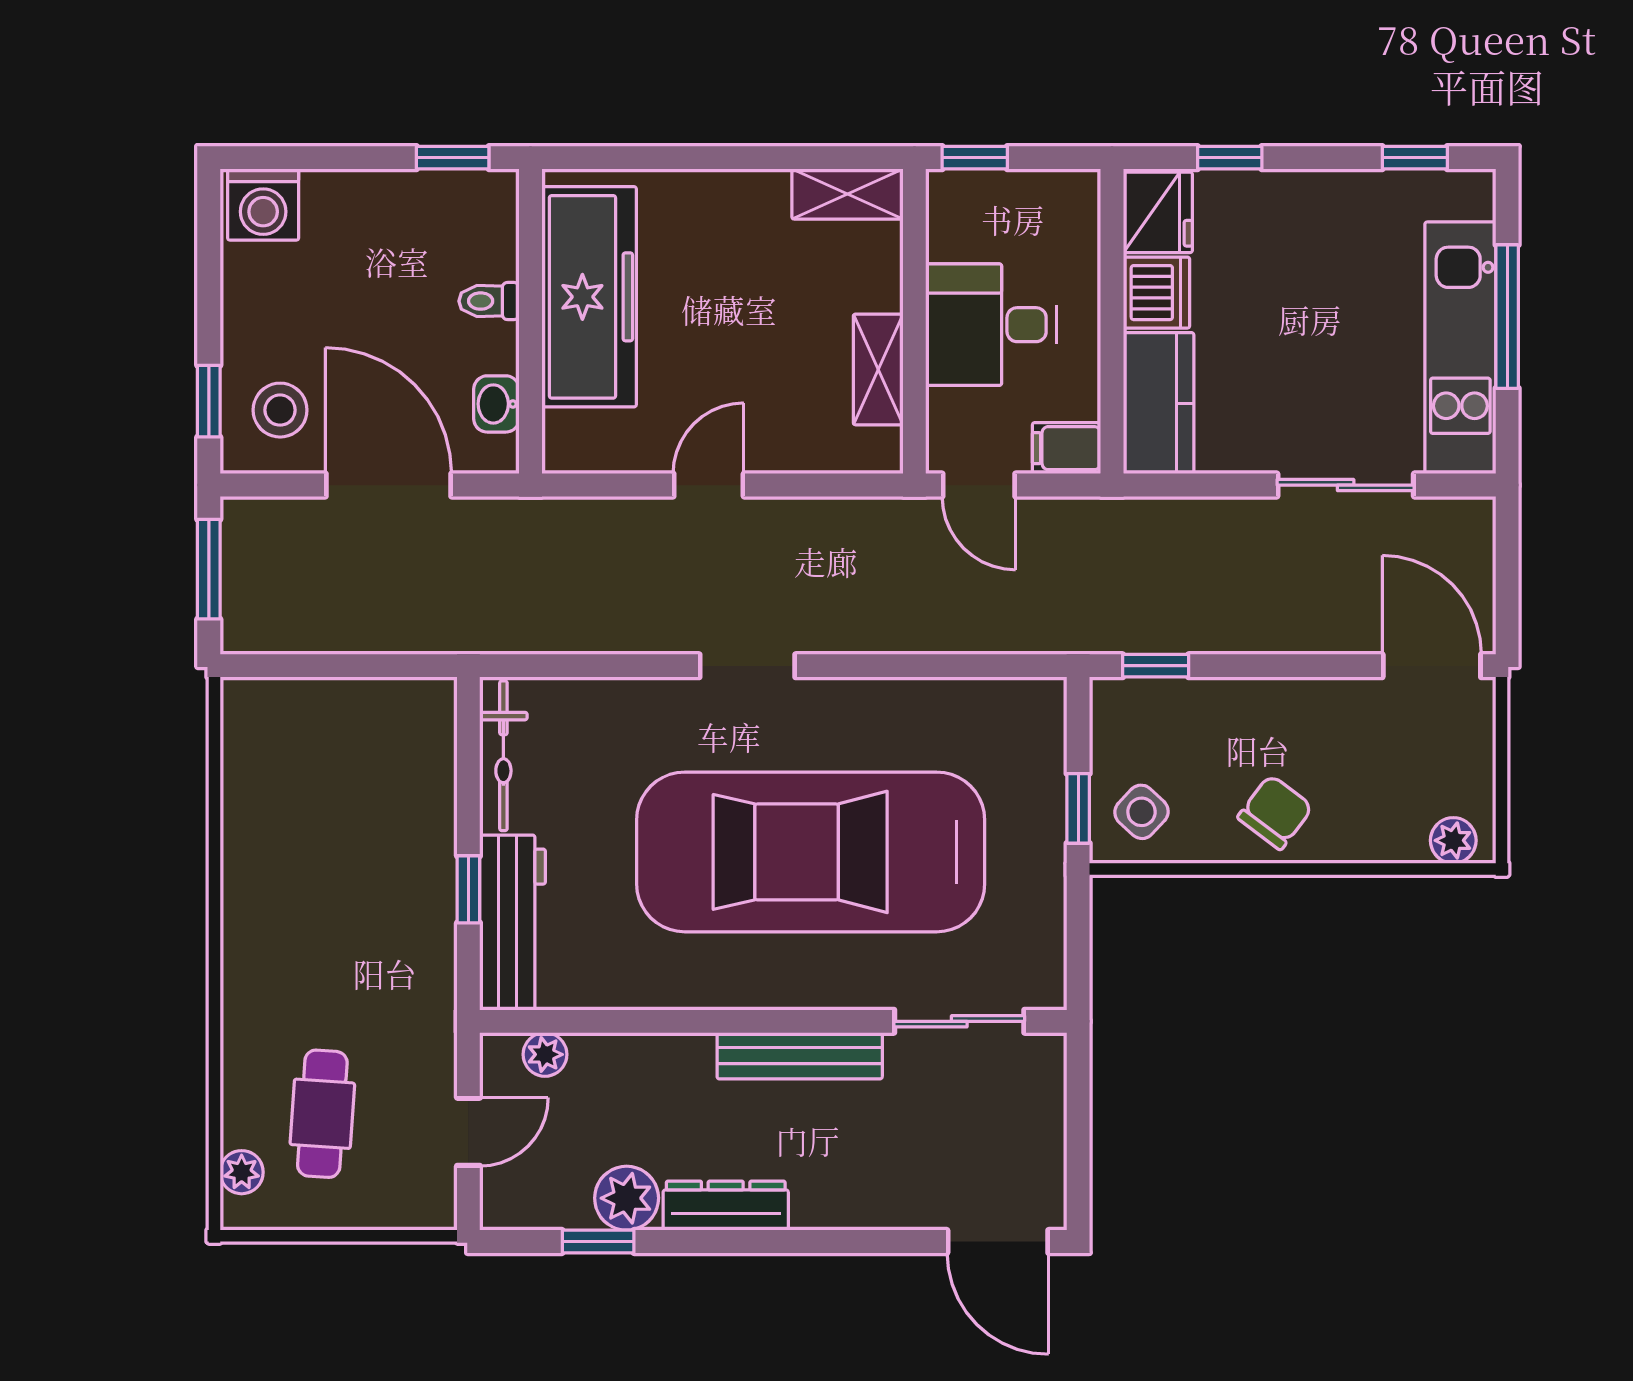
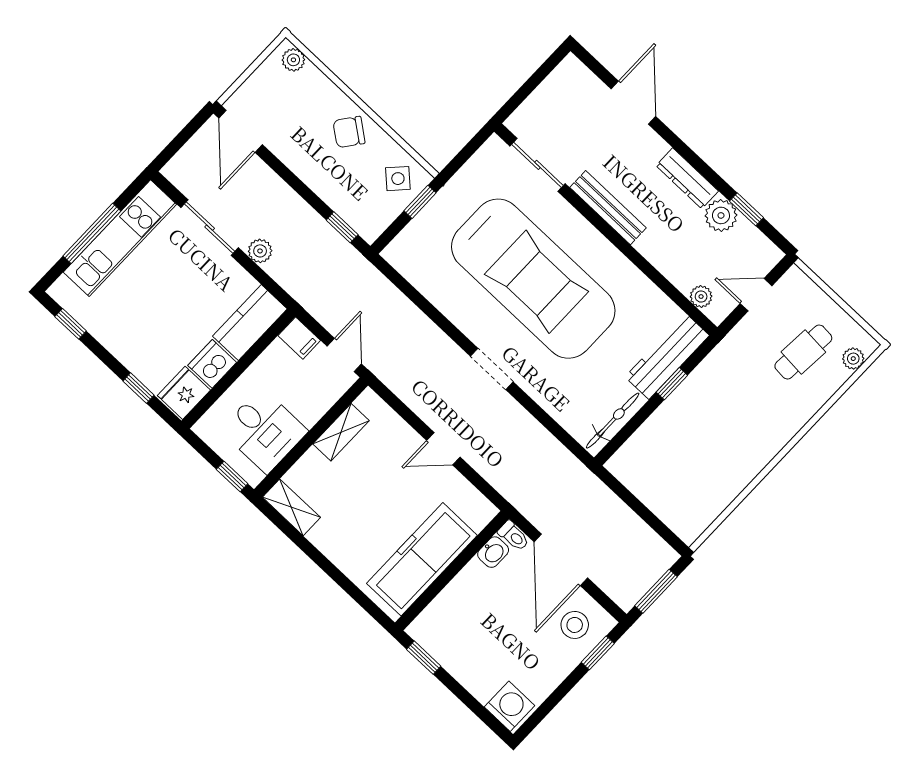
toilet: (489, 301) -> (514, 536), moved
desk: (991, 325) -> (264, 431), moved
plant: (1241, 520) -> (260, 251), added
door: (998, 1241) -> (633, 103), moved

